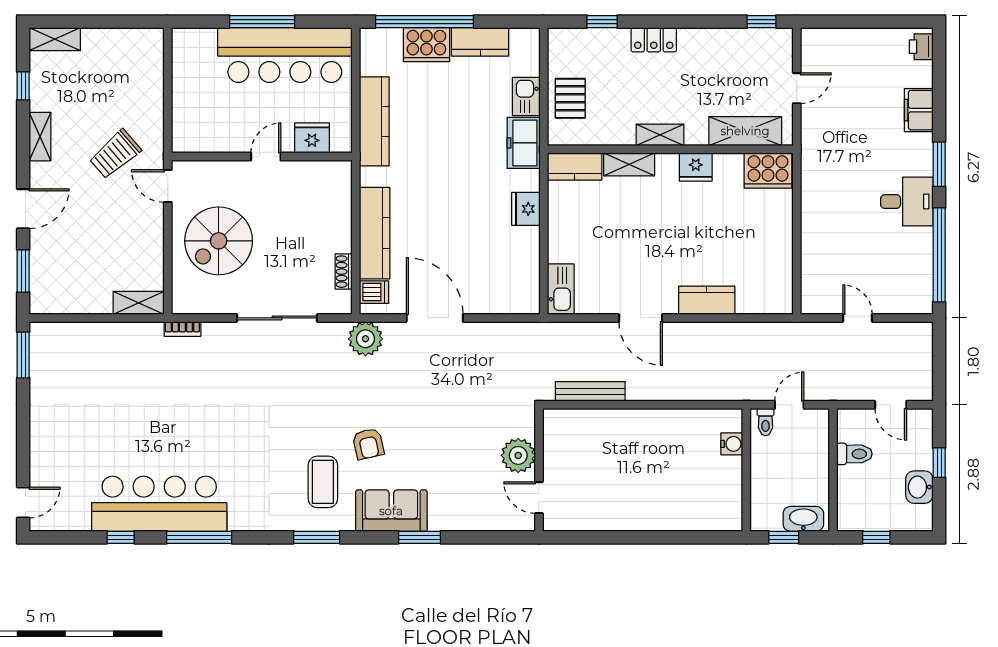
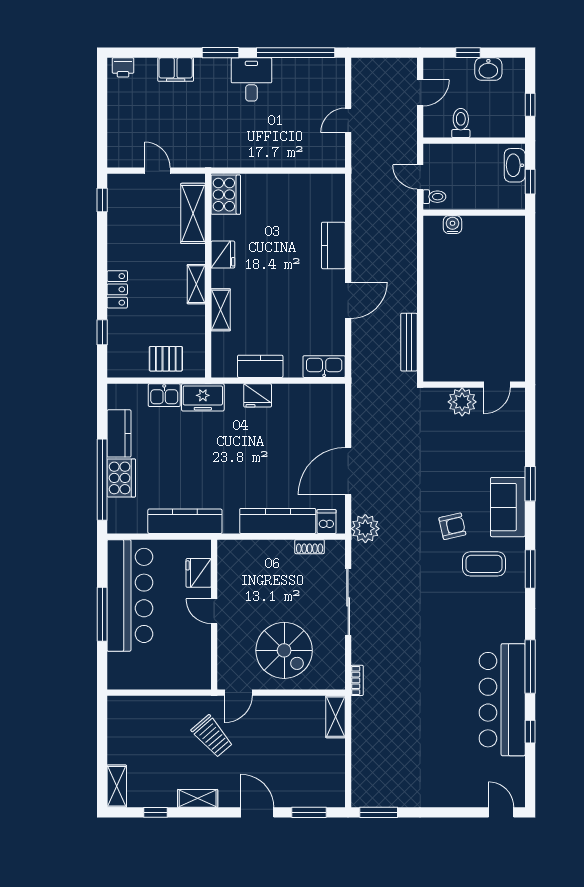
kitchen counter: (575, 166) -> (260, 366), moved, turned -90

